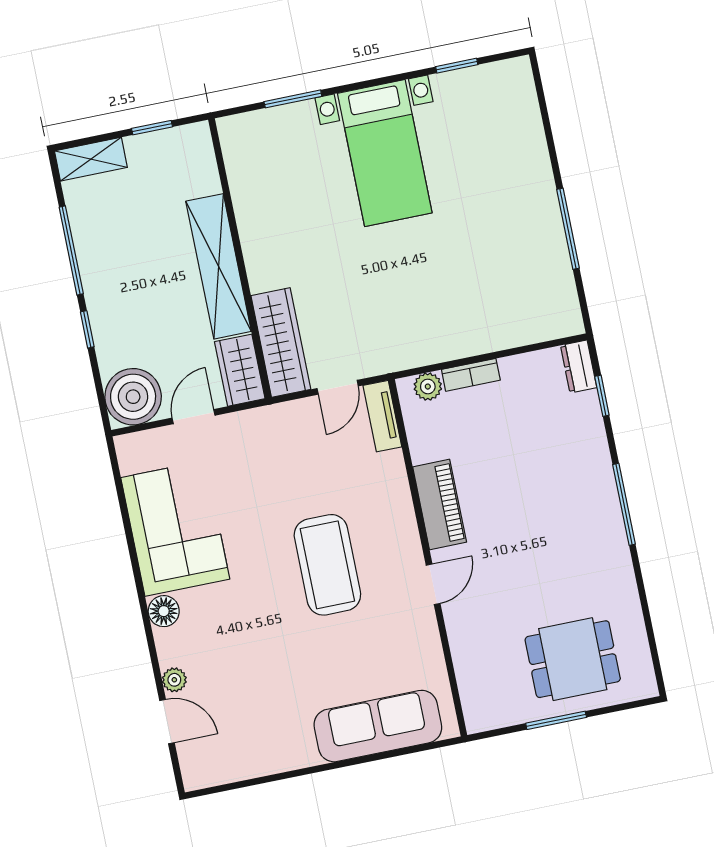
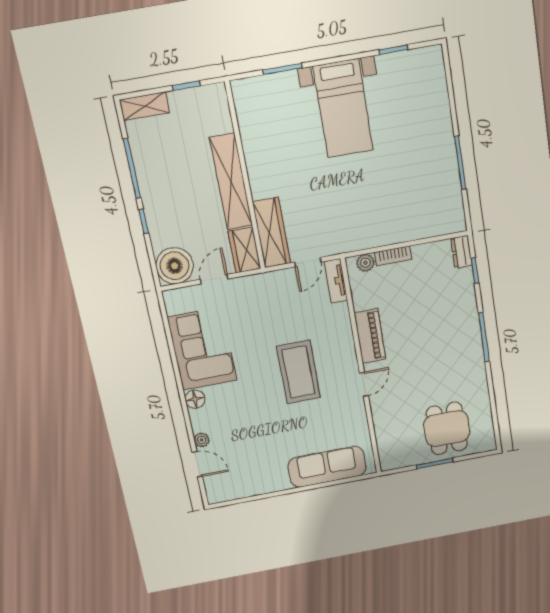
dining table: (573, 659) -> (447, 428), turned 90

